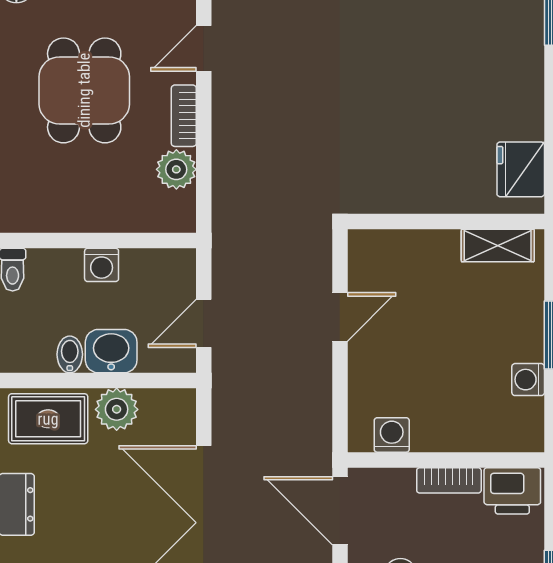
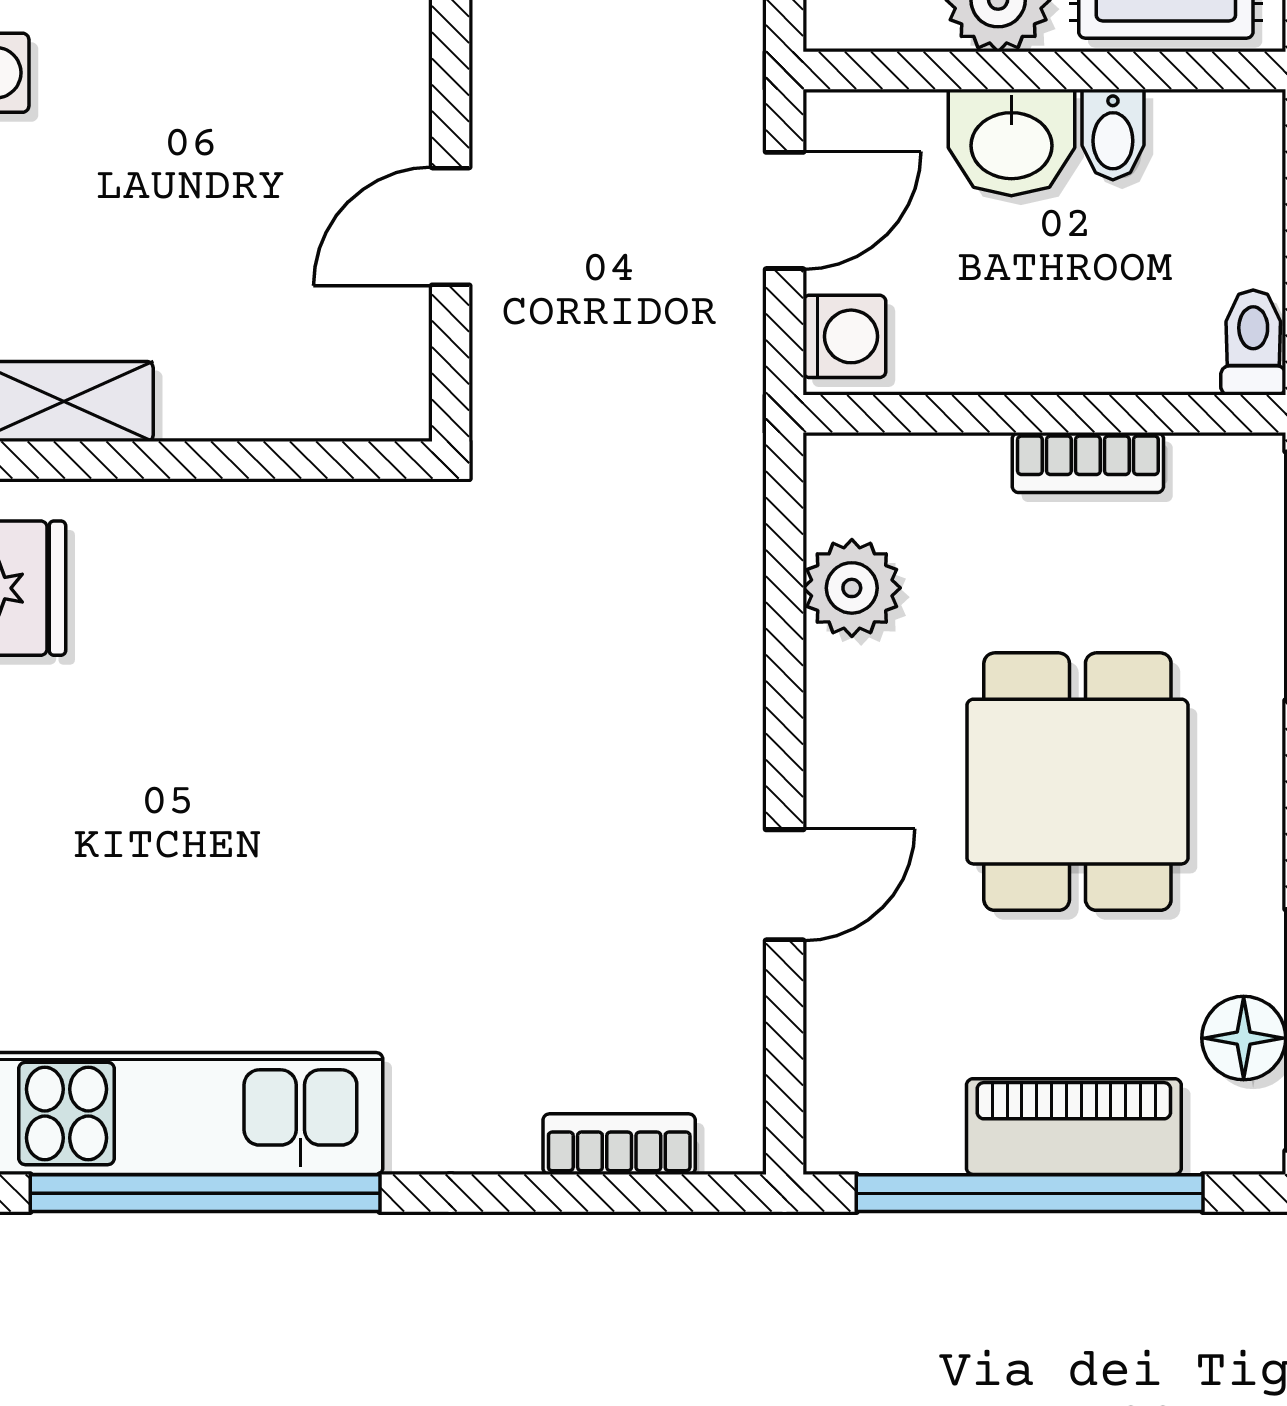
bookcase: (184, 116) -> (1088, 463), moved, turned 90
washing machine: (102, 265) -> (844, 336), moved, turned 90

